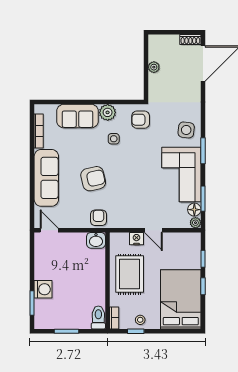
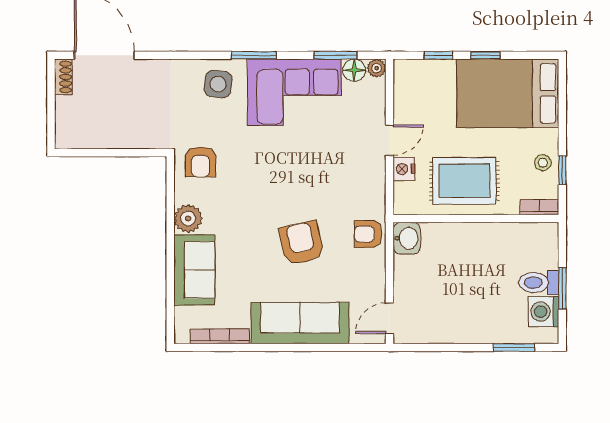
plant: (154, 67) -> (111, 139), removed
side table: (114, 139) -> (233, 208), removed
washing machine: (43, 289) -> (544, 312), moved, turned -90
toilet: (98, 318) -> (539, 282), moved

